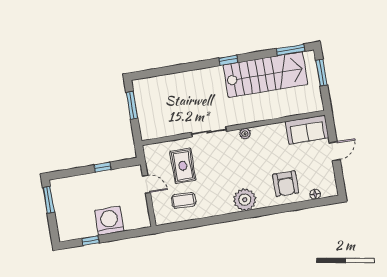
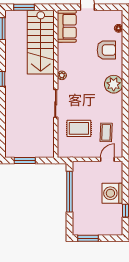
stairs: (265, 75) -> (41, 42), moved, turned 180
window: (102, 167) -> (69, 192), width x3.17
door: (147, 184) -> (107, 159), moved

